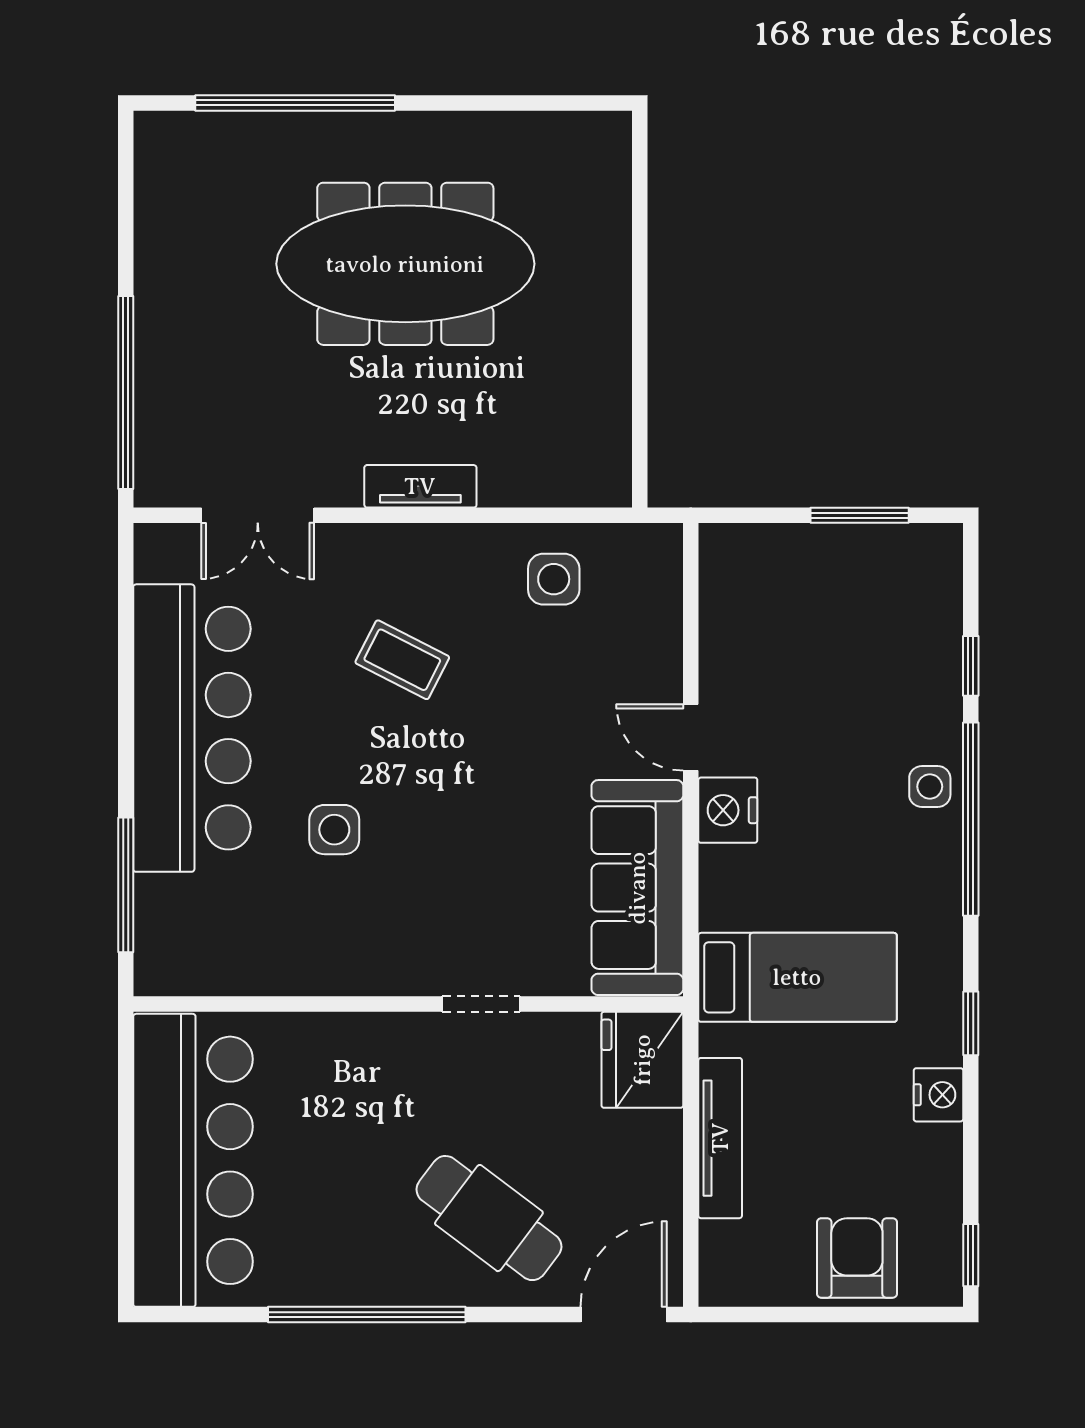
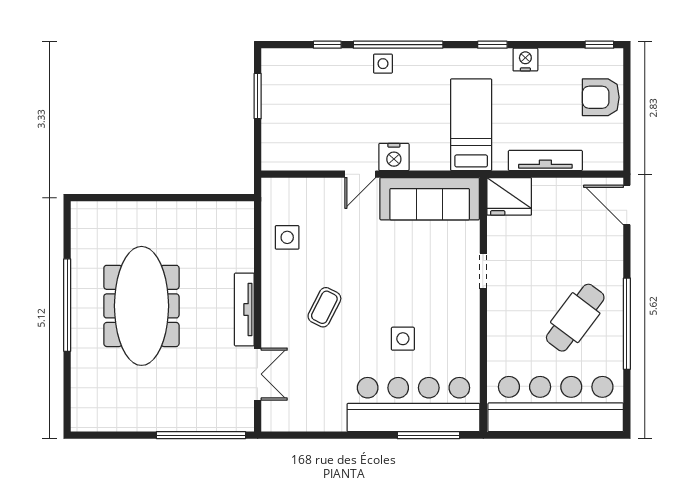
window: (295, 103) -> (67, 305), moved
tv unit: (420, 486) -> (244, 310), width x1.41
bar counter: (192, 728) -> (413, 404), moved
cafe table: (489, 1218) -> (575, 318), moved

